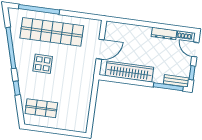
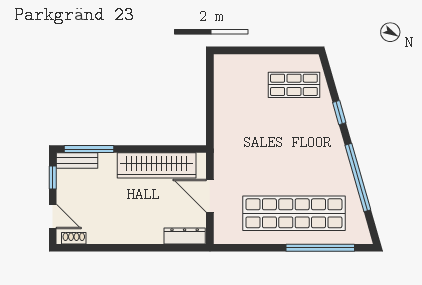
dresser: (164, 34) -> (185, 236), moved
door: (100, 49) -> (210, 196), hinge flipped
display table: (43, 64) -> (302, 159), removed

